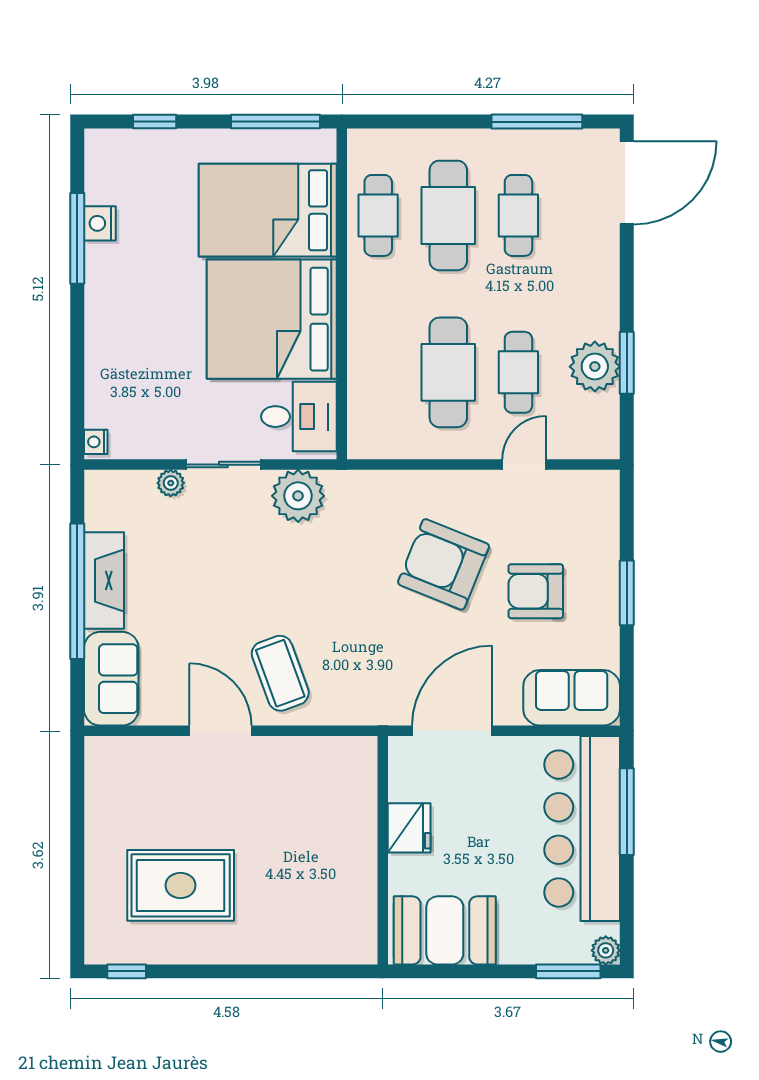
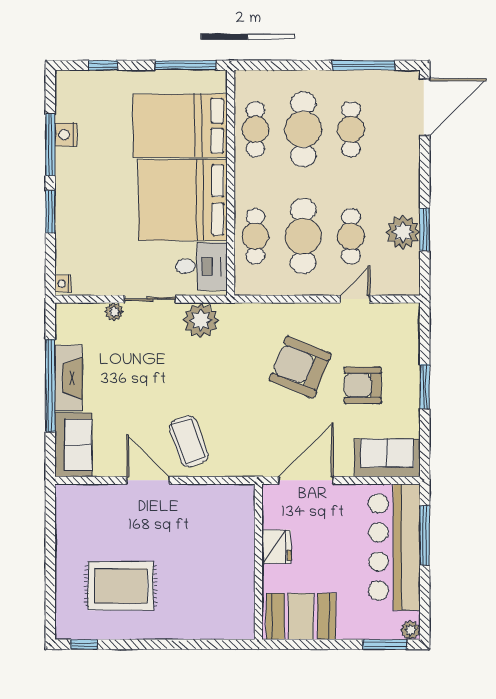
window: (77, 336) -> (50, 212), added
cafe table: (378, 372) -> (255, 236), added

